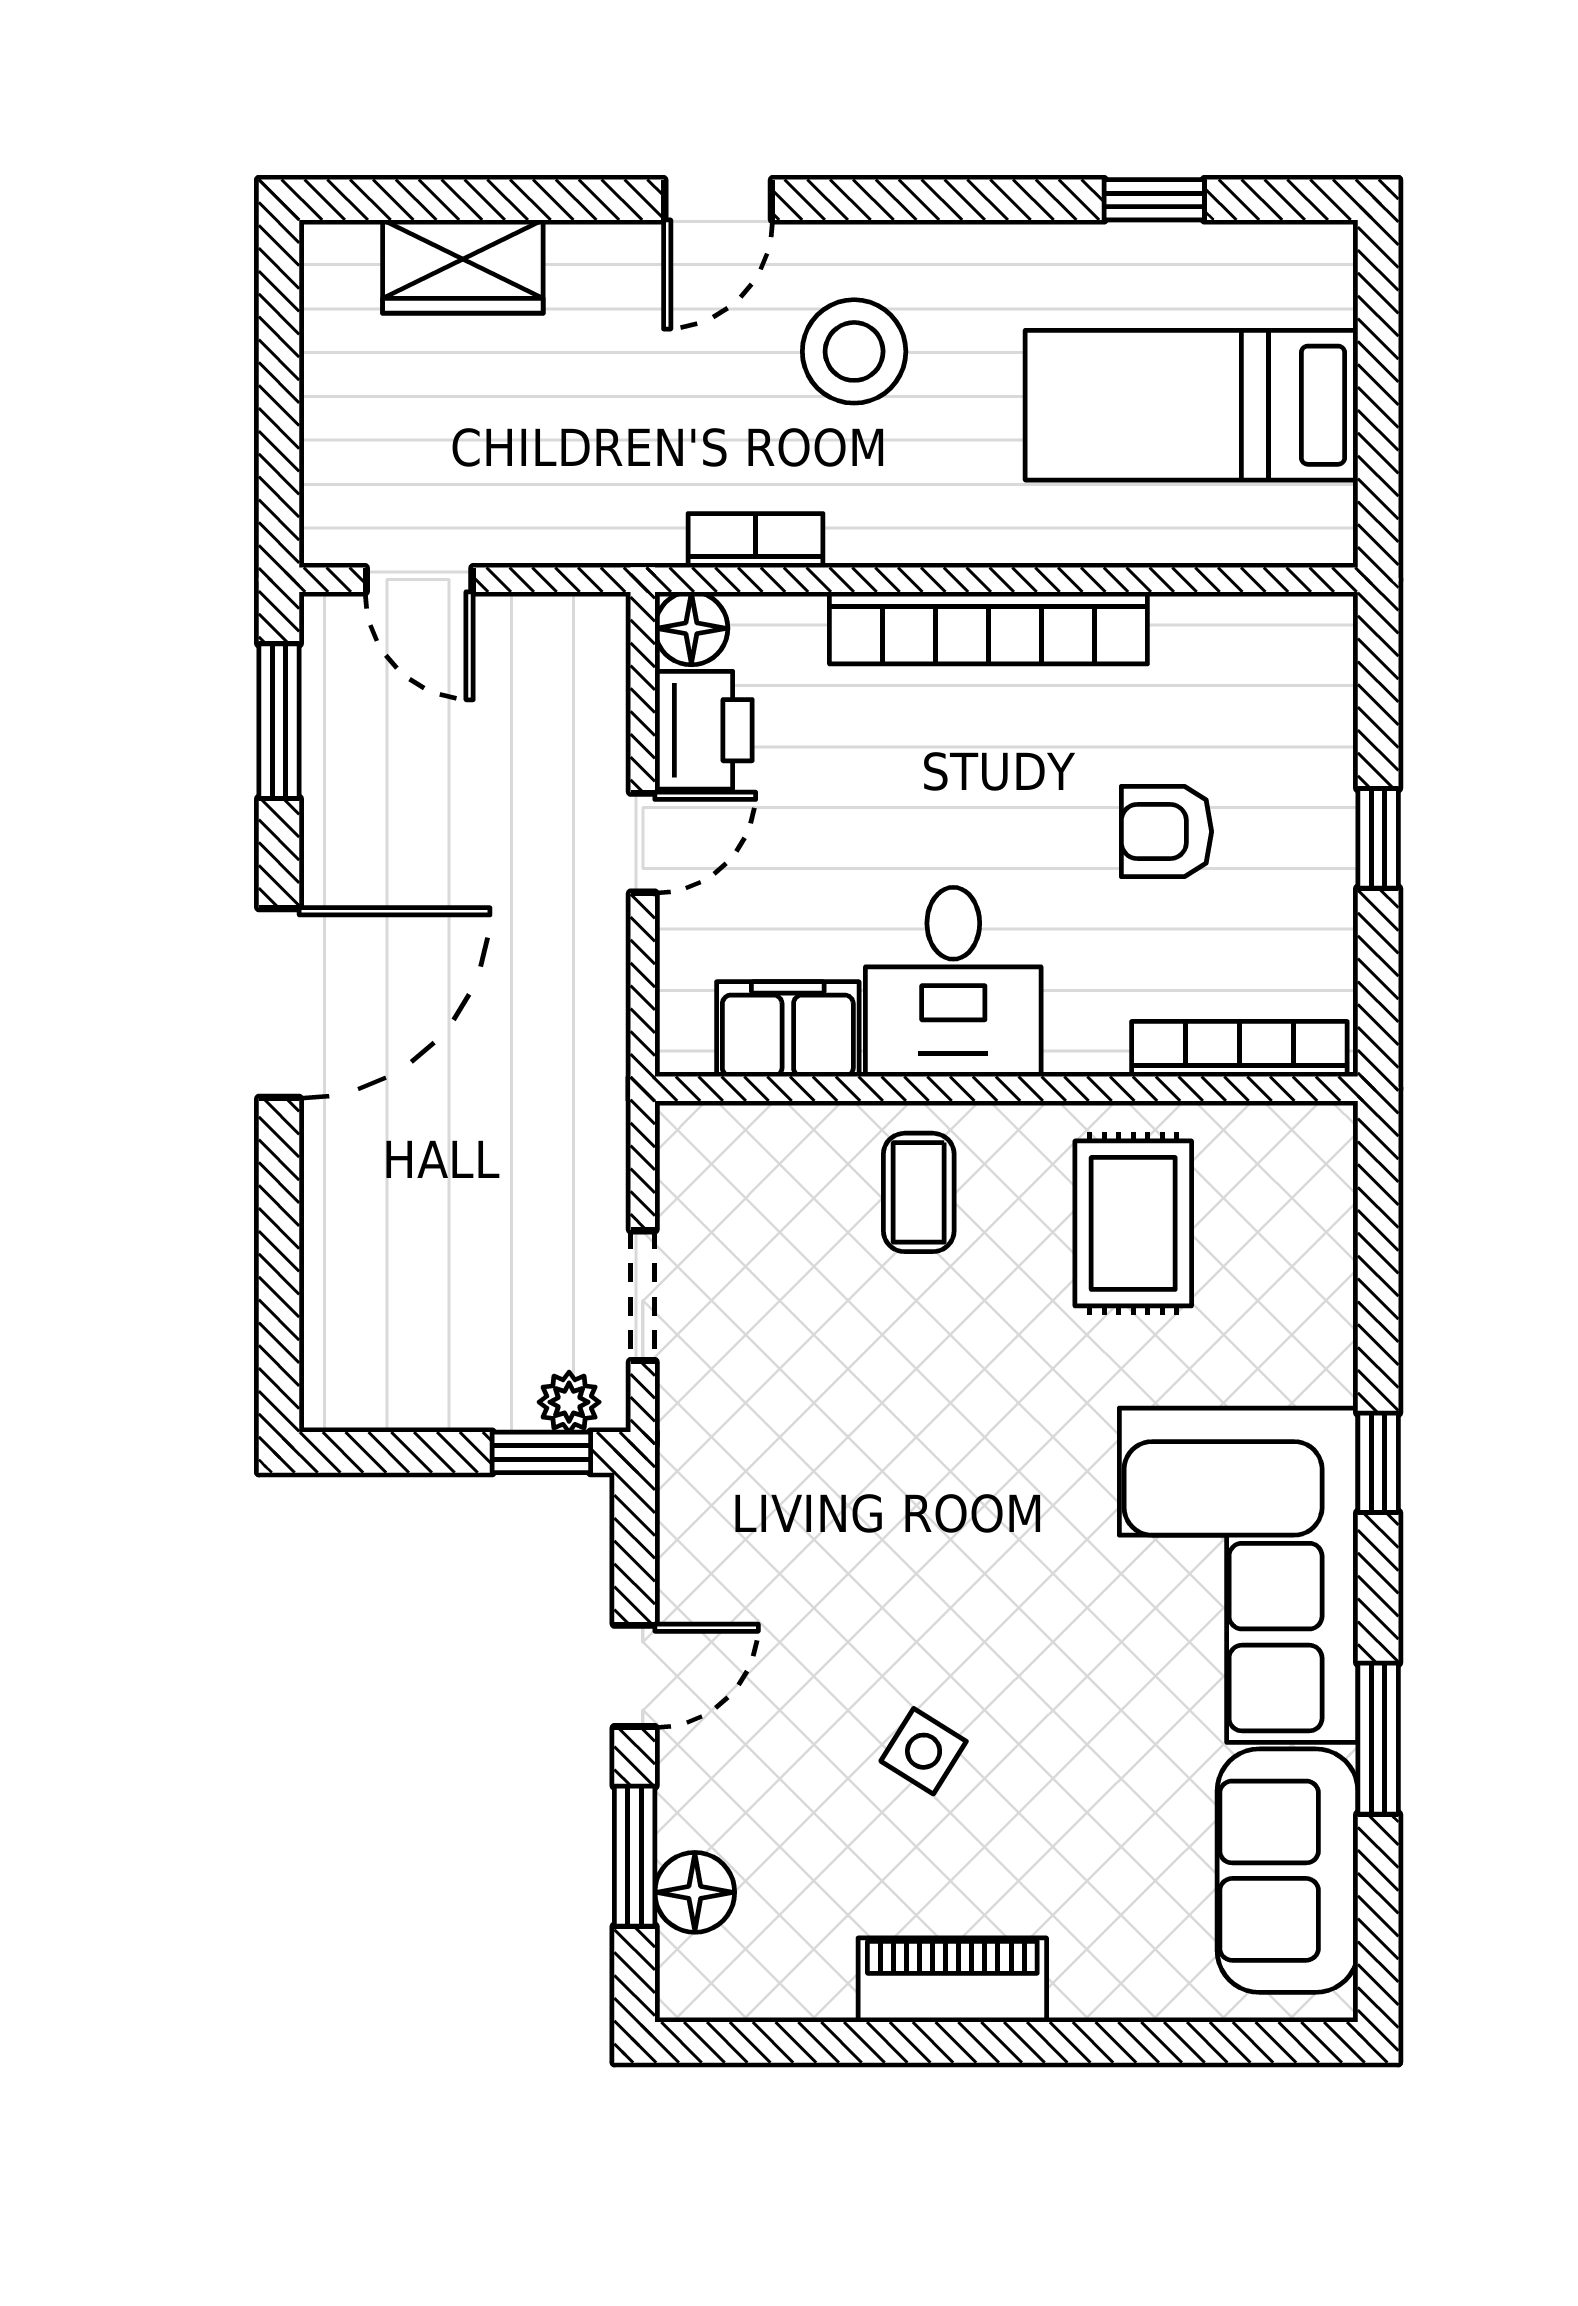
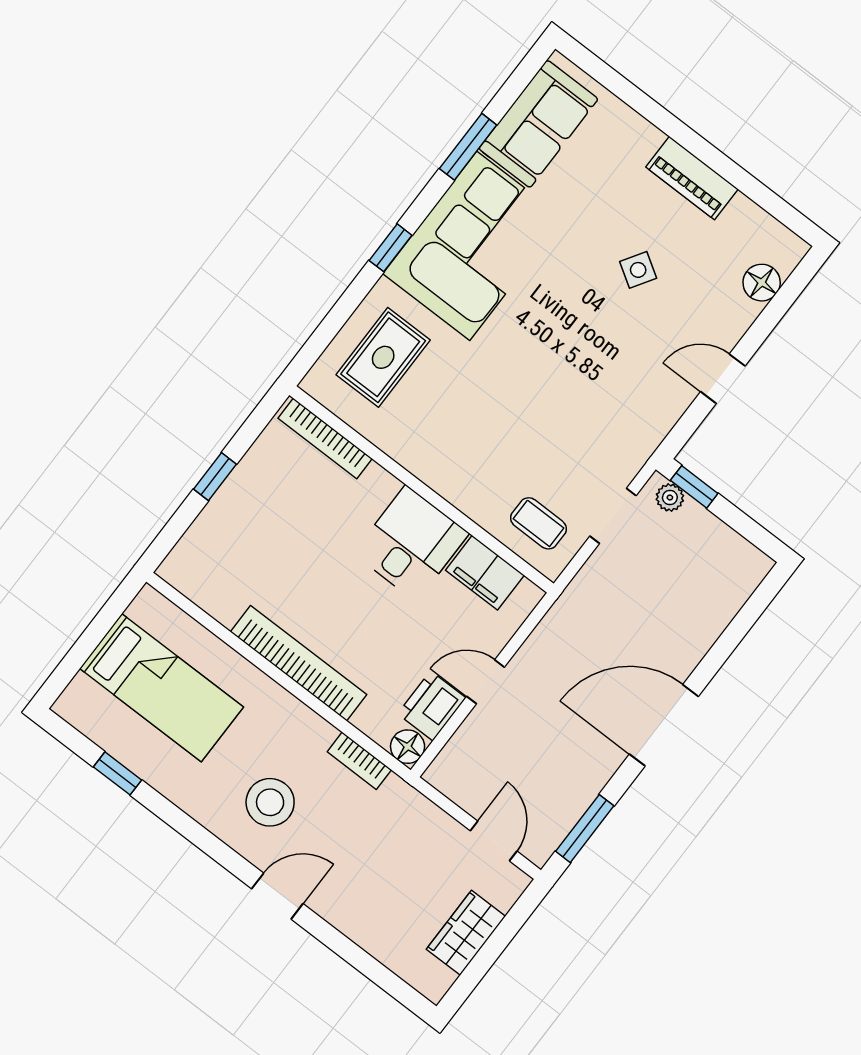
wardrobe: (463, 267) -> (466, 933), moved, turned -90
armchair: (1166, 832) -> (291, 539), removed
coffee table: (919, 1192) -> (538, 523), moved, turned 90
rug: (1133, 1223) -> (383, 357), moved
window: (635, 1856) -> (774, 313), removed

